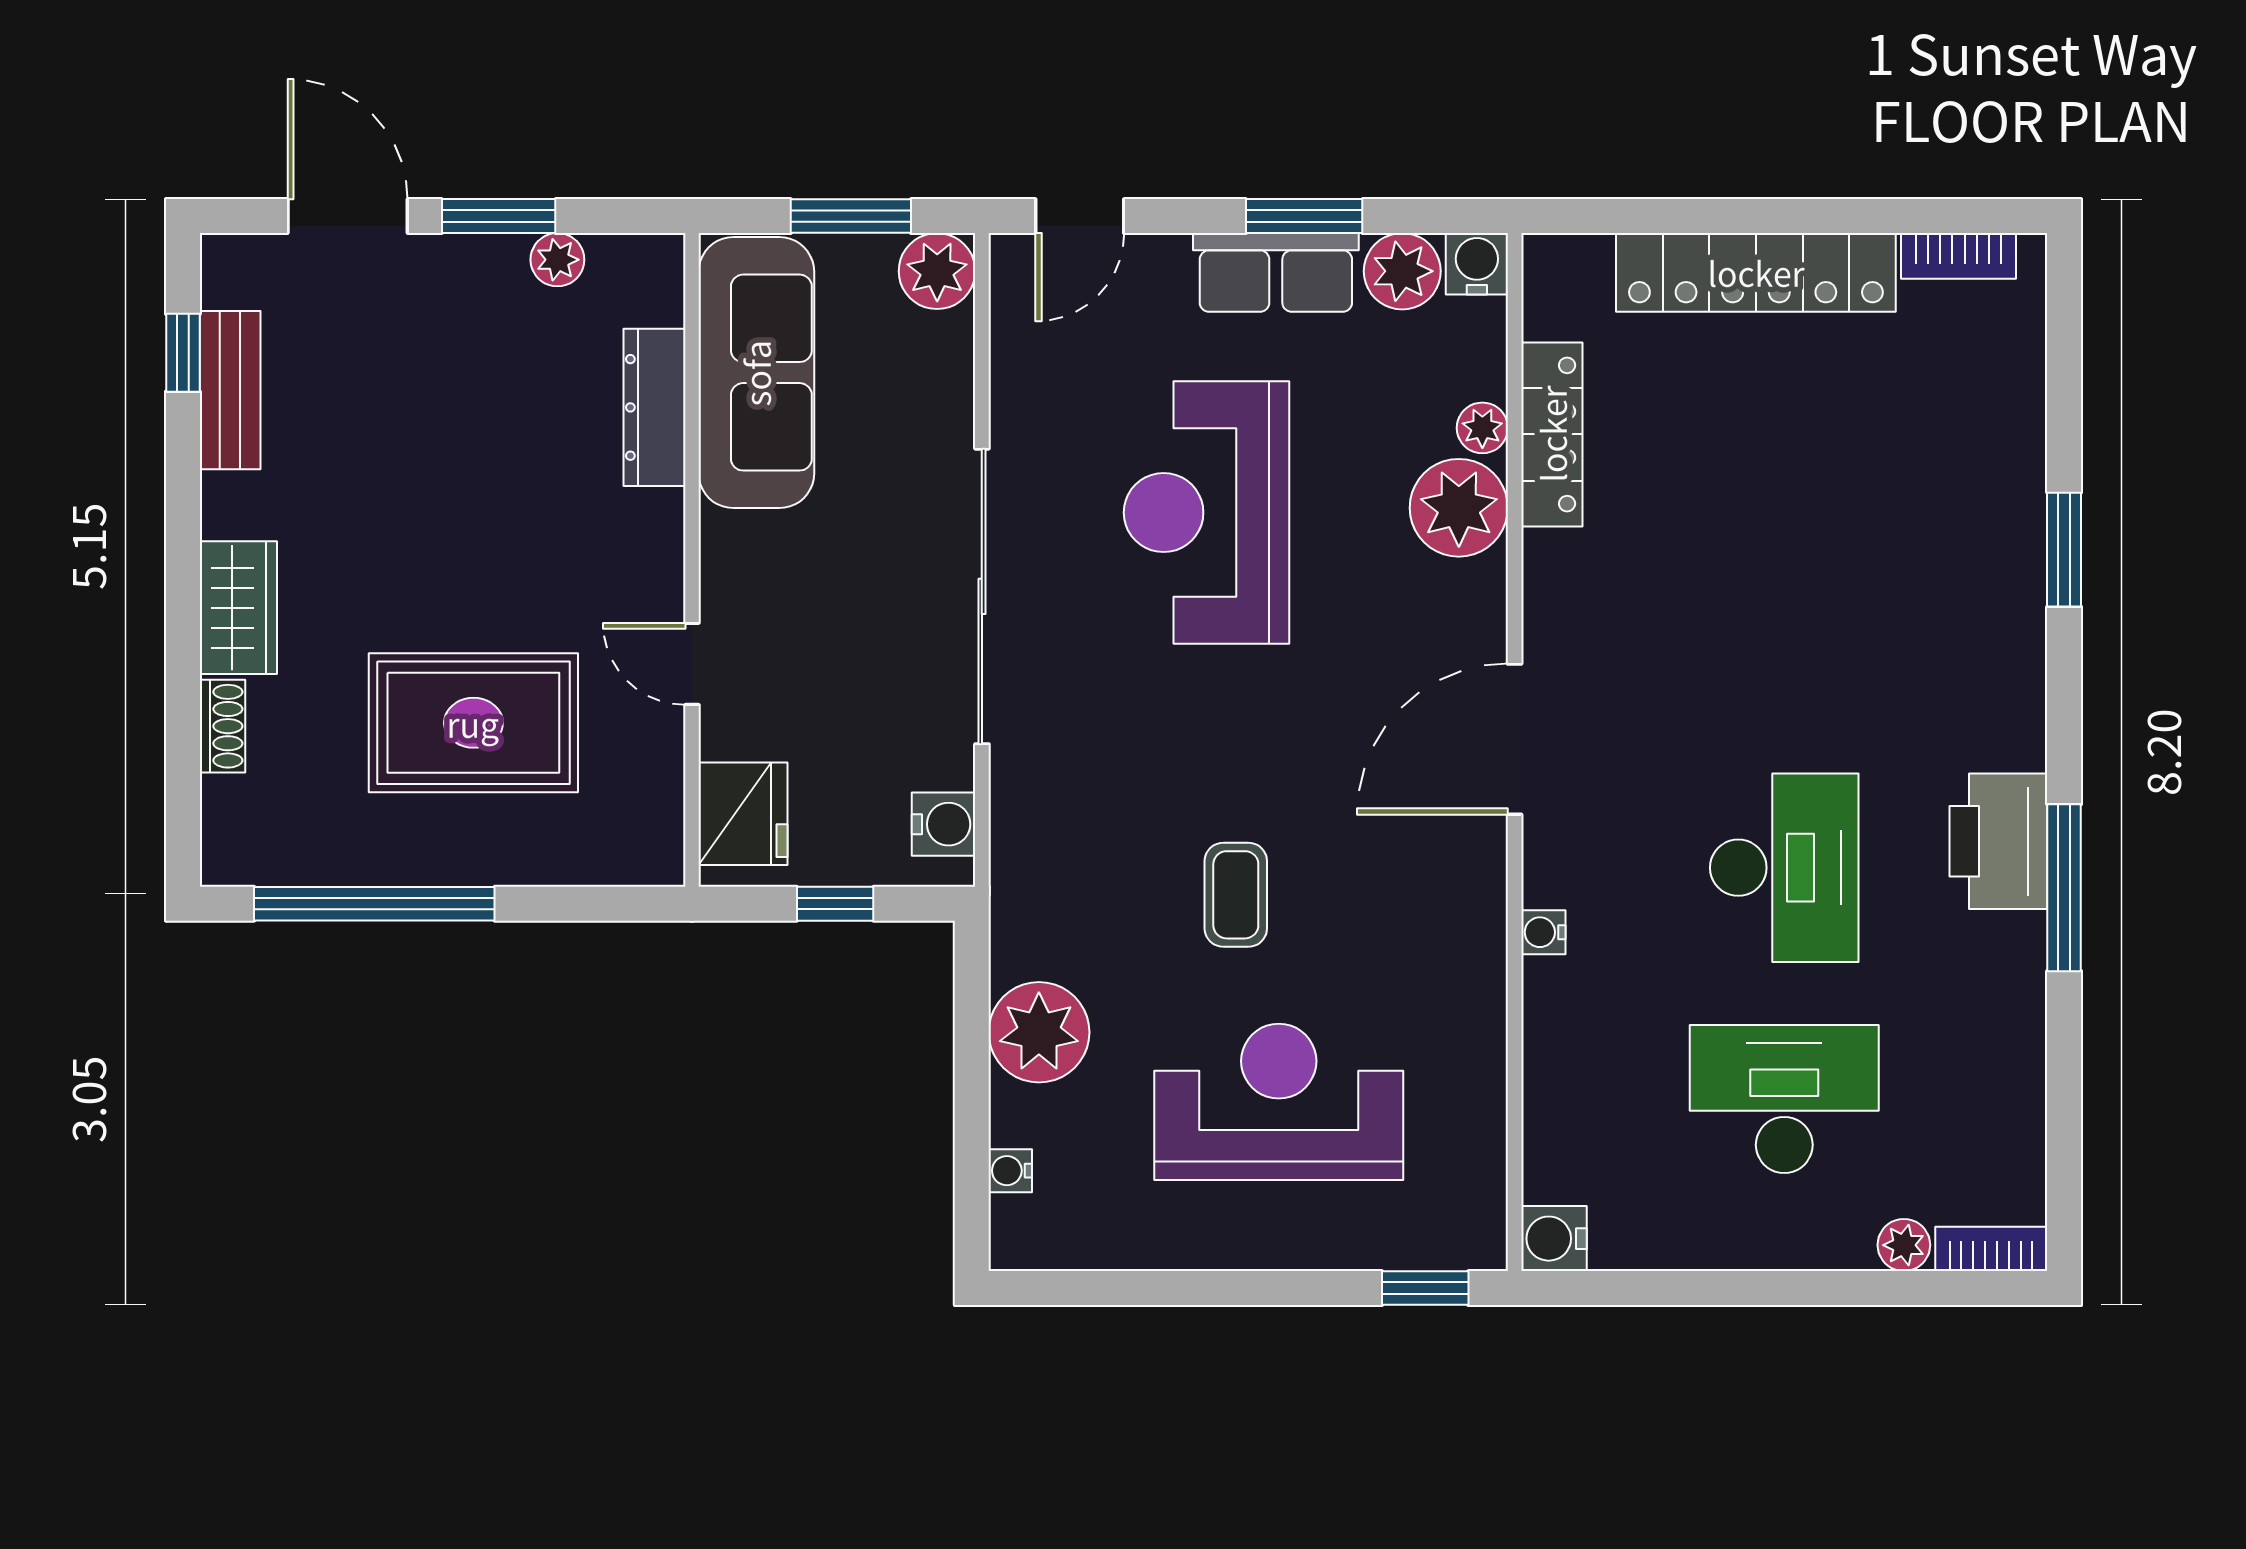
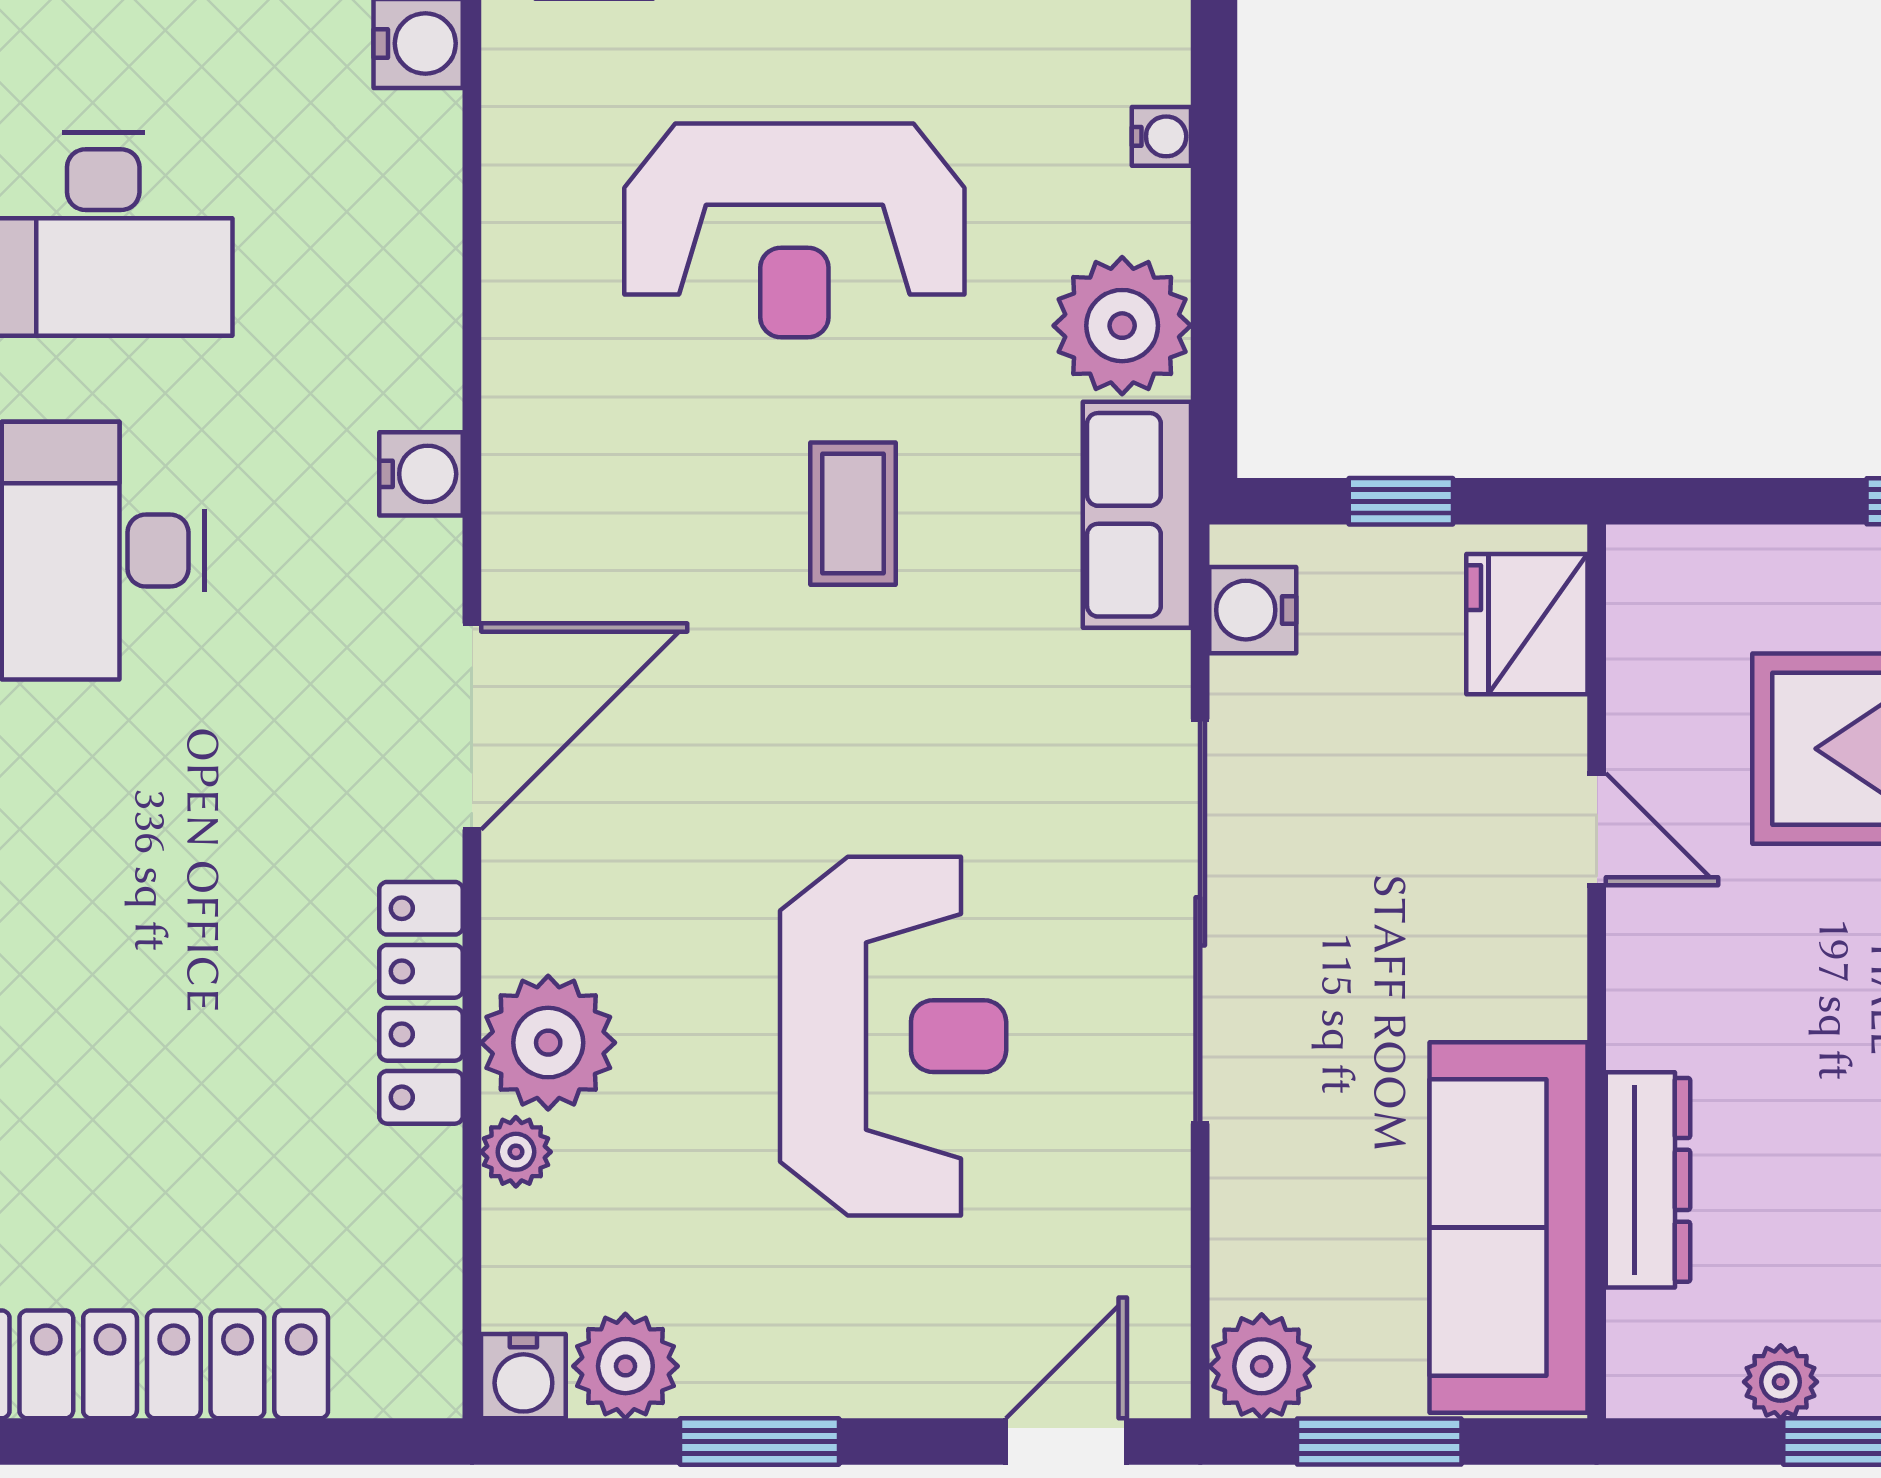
row of seats: (1276, 272) -> (1137, 515), moved, turned -90
locker: (1552, 434) -> (421, 1003), moved
water cooler: (1543, 932) -> (421, 474), width x1.38, depth x1.38

